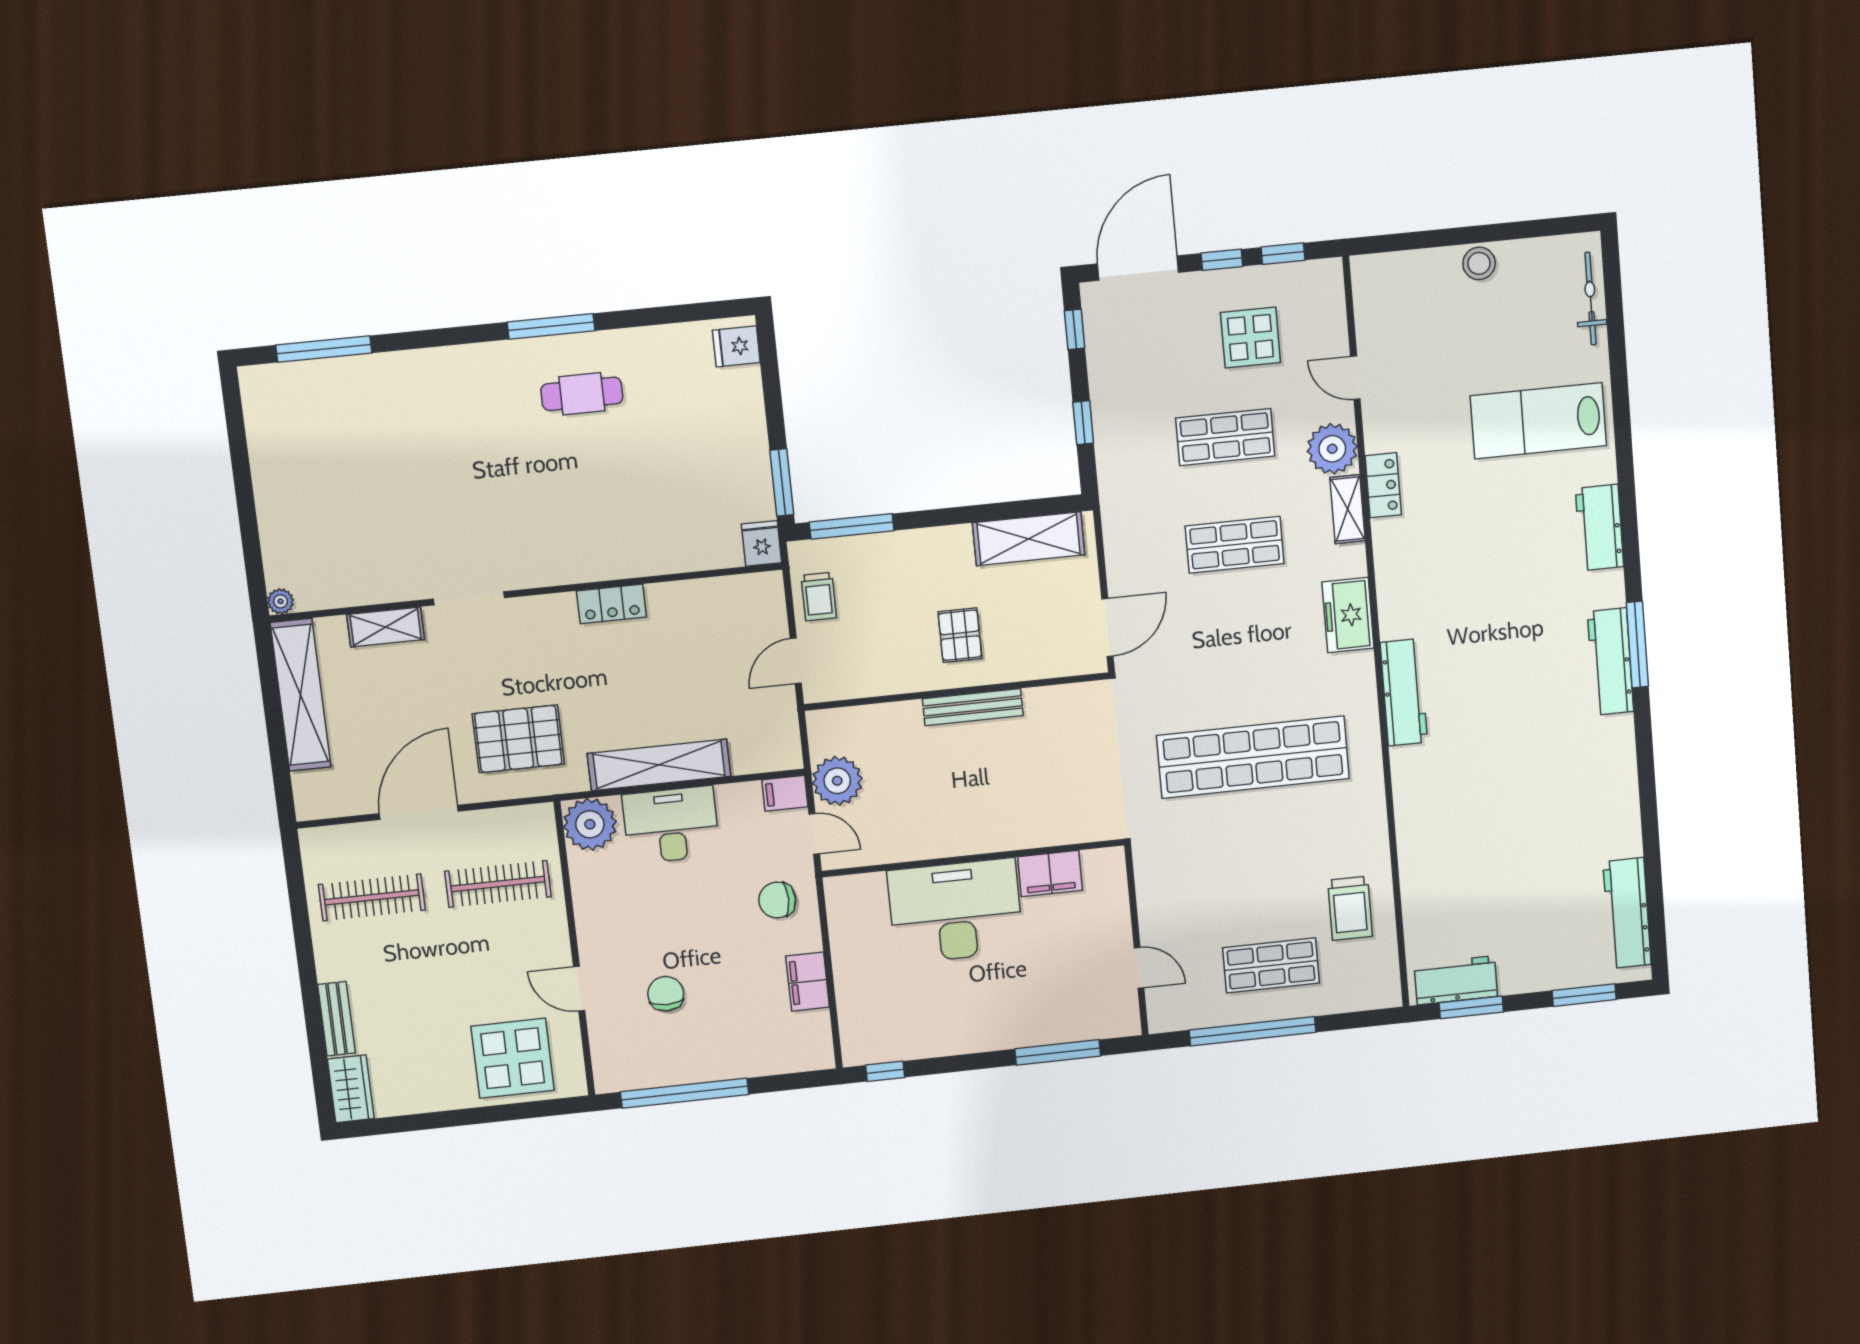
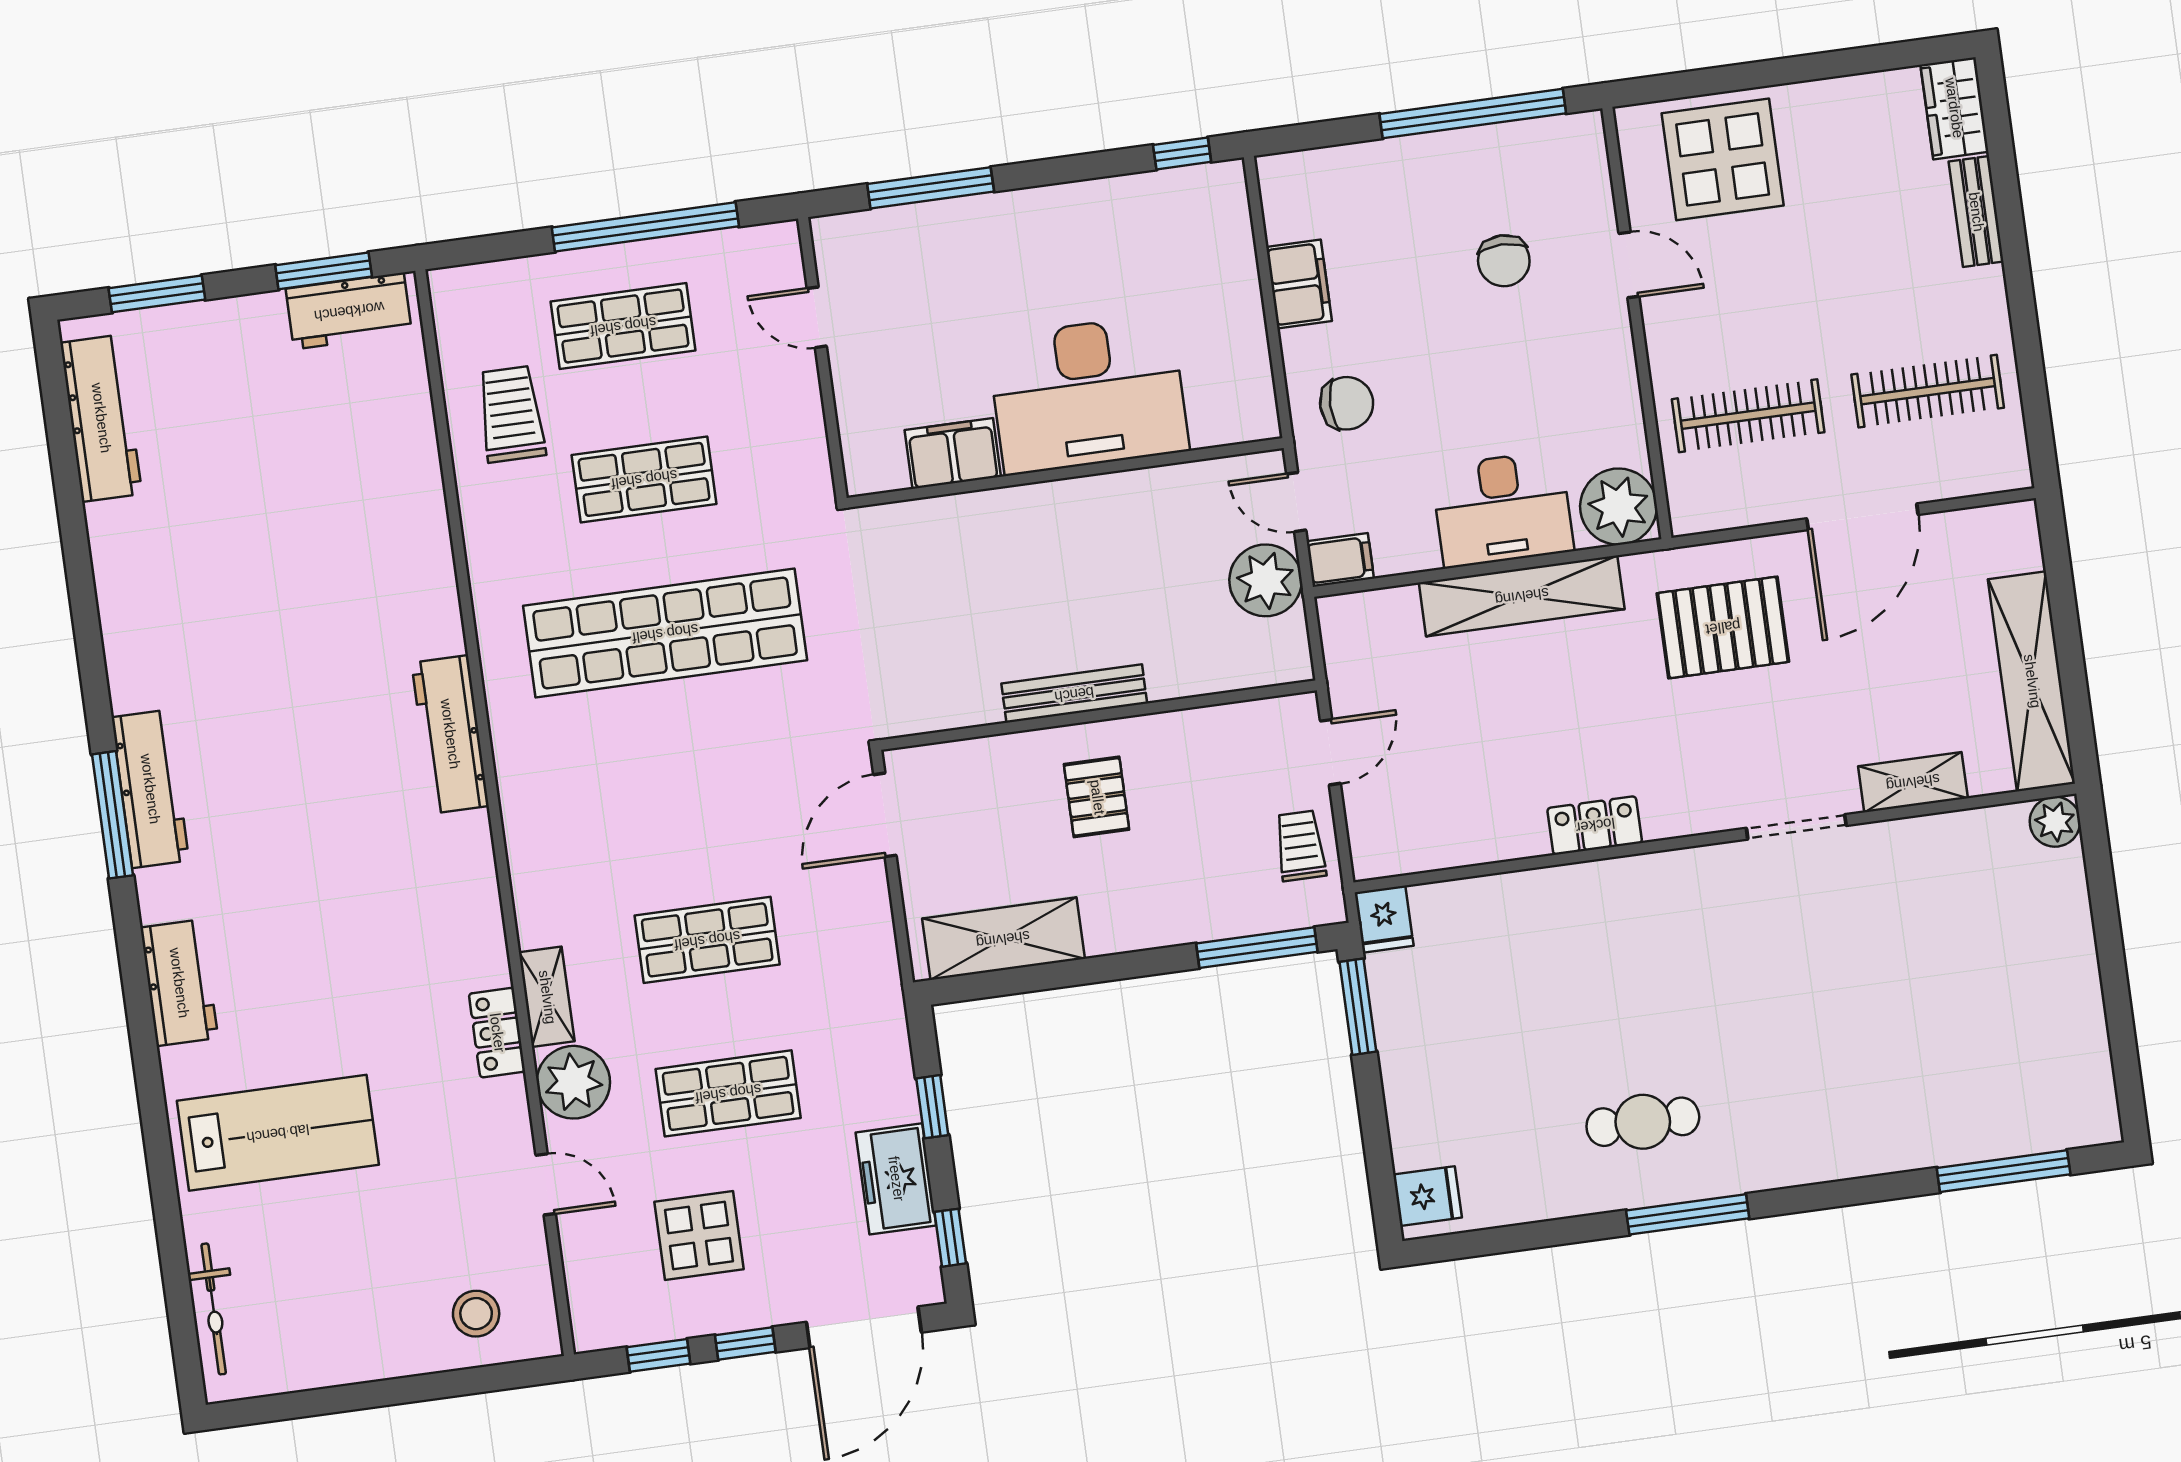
stool: (1479, 263) -> (476, 1314), moved
plant: (281, 601) -> (2055, 822), width x1.38, depth x1.38
freezer: (1348, 615) -> (896, 1179), moved, turned 180
shop shelf: (1262, 862) -> (644, 479), added

